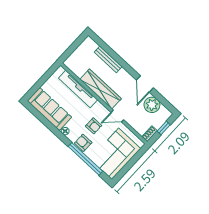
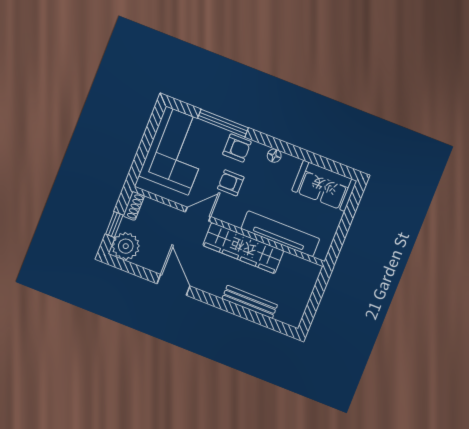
plant: (152, 105) -> (126, 246), moved
sofa: (49, 109) -> (324, 186), width x0.73
window: (85, 159) -> (223, 123), width x0.68

